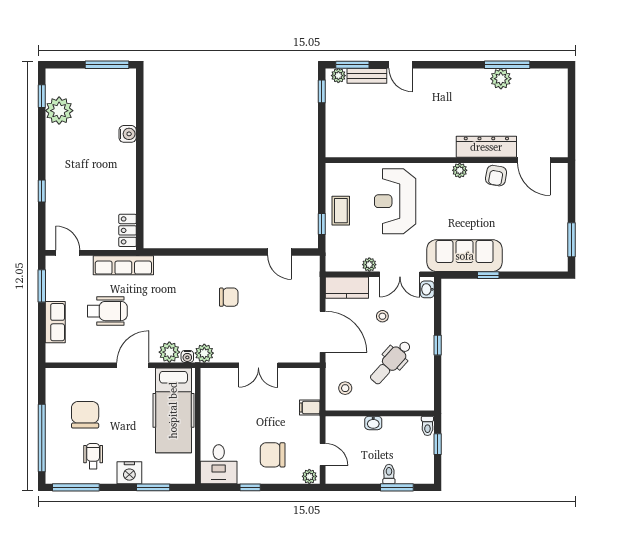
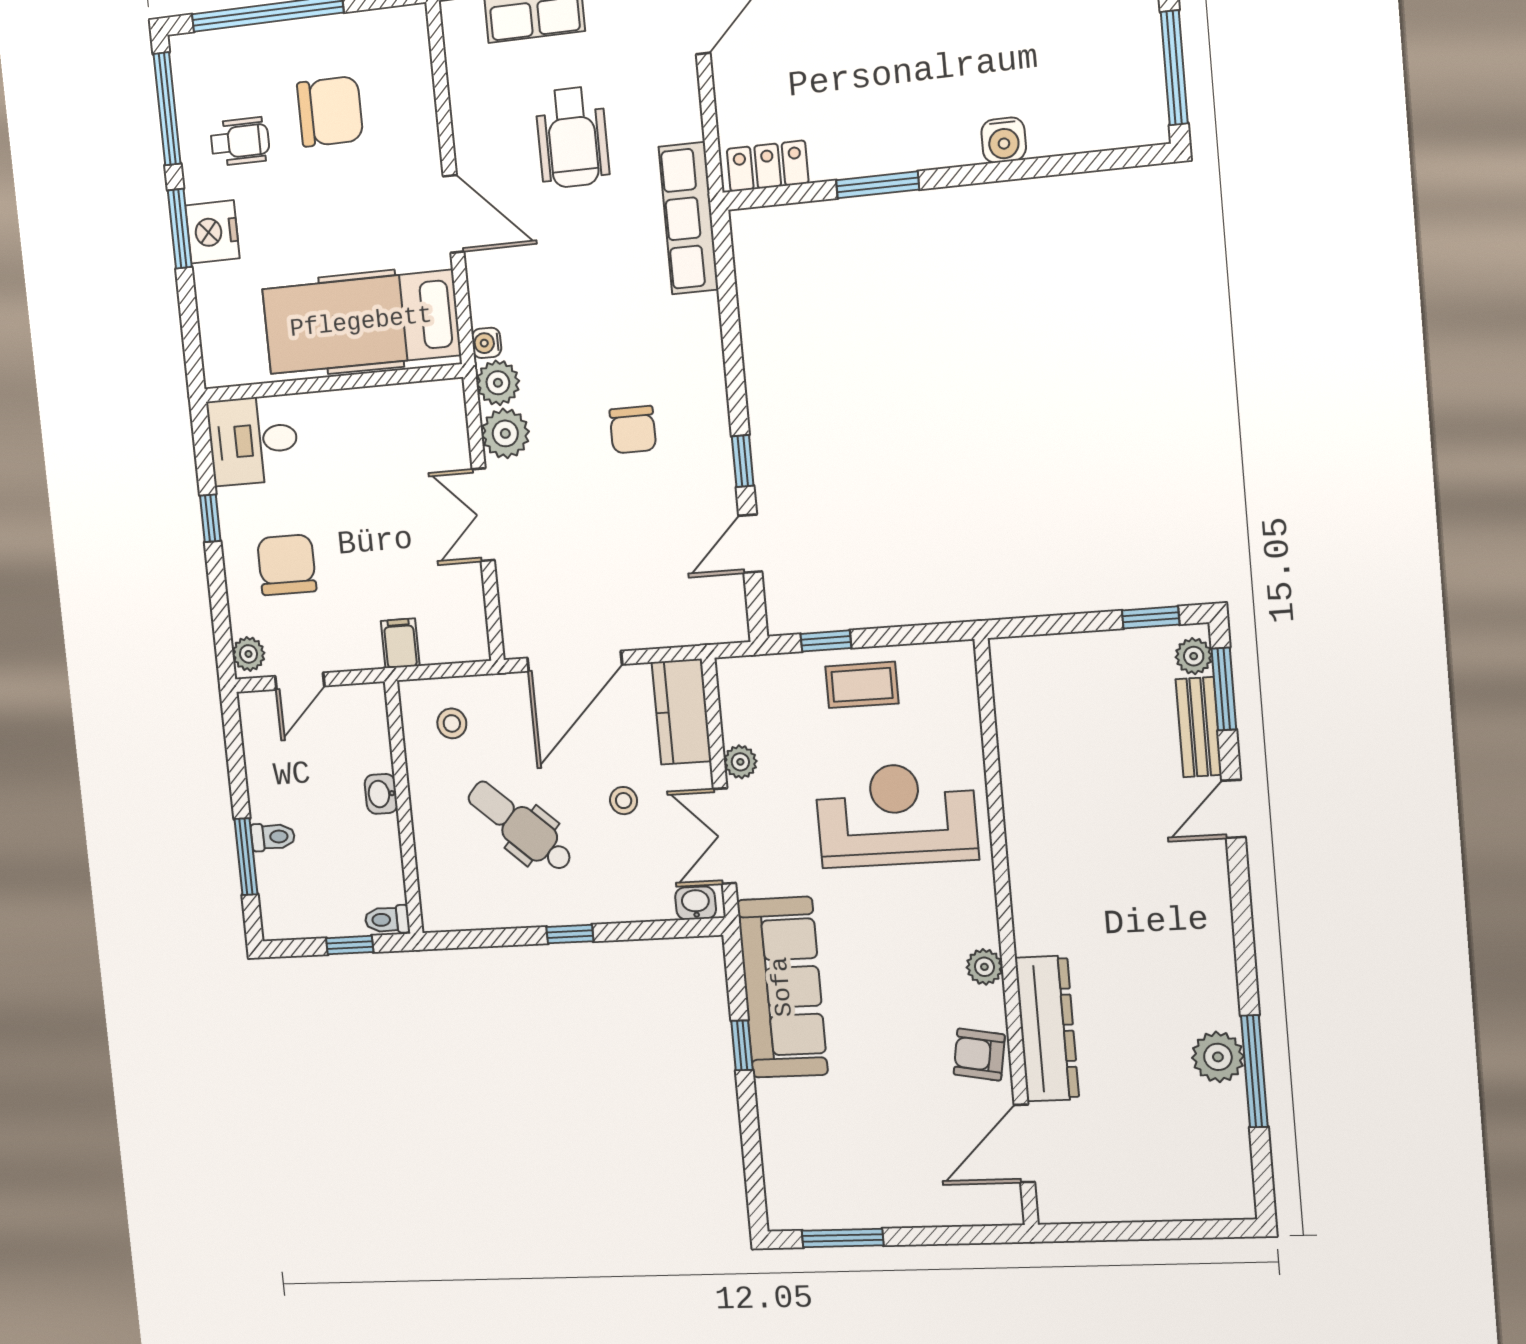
window: (140, 186) -> (878, 185), added
window: (246, 252) -> (743, 461), added
row of seats: (123, 265) -> (689, 218), moved
plant: (169, 352) -> (505, 433), moved
window: (153, 487) -> (180, 229), moved

